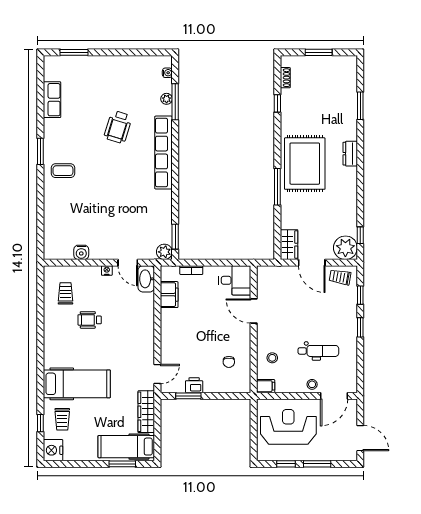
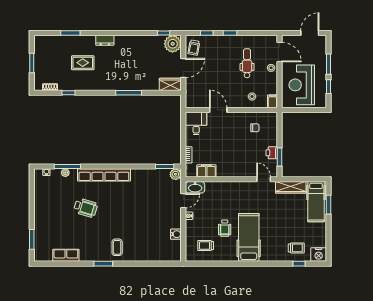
rug: (305, 164) -> (83, 63), moved, width x0.54, depth x0.49
door: (254, 311) -> (218, 110), swing flipped
hospital bed: (77, 384) -> (249, 237), moved

